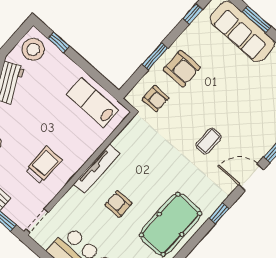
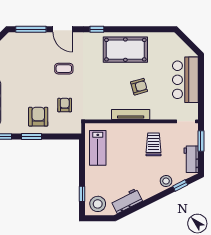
window: (155, 56) -> (31, 137), moved
armchair: (155, 99) -> (65, 105), moved
trolley: (44, 165) -> (154, 144), turned 90
armchair: (118, 204) -> (139, 87), turned -106

